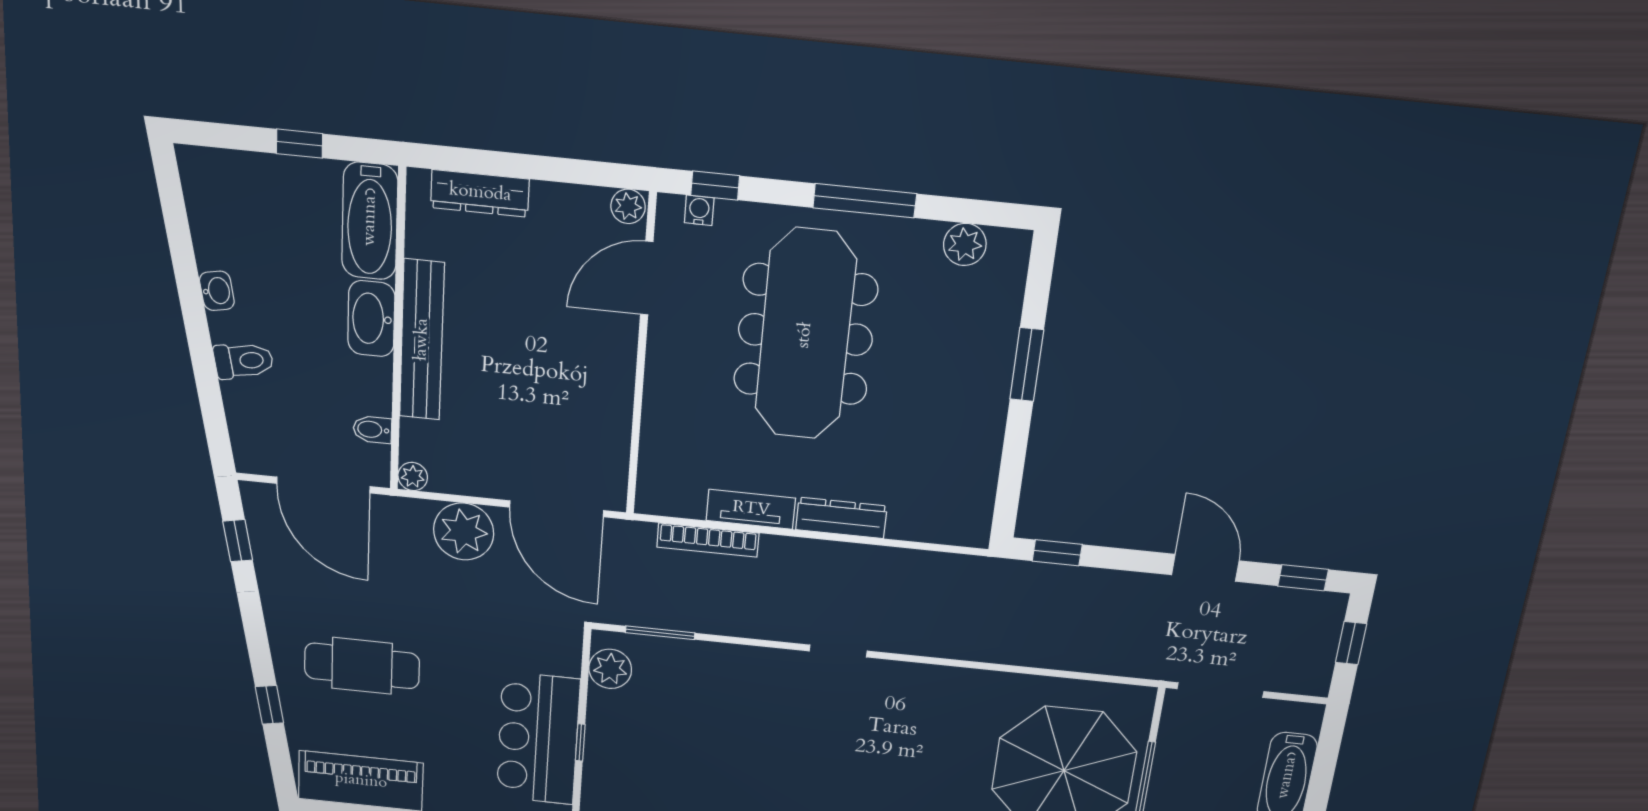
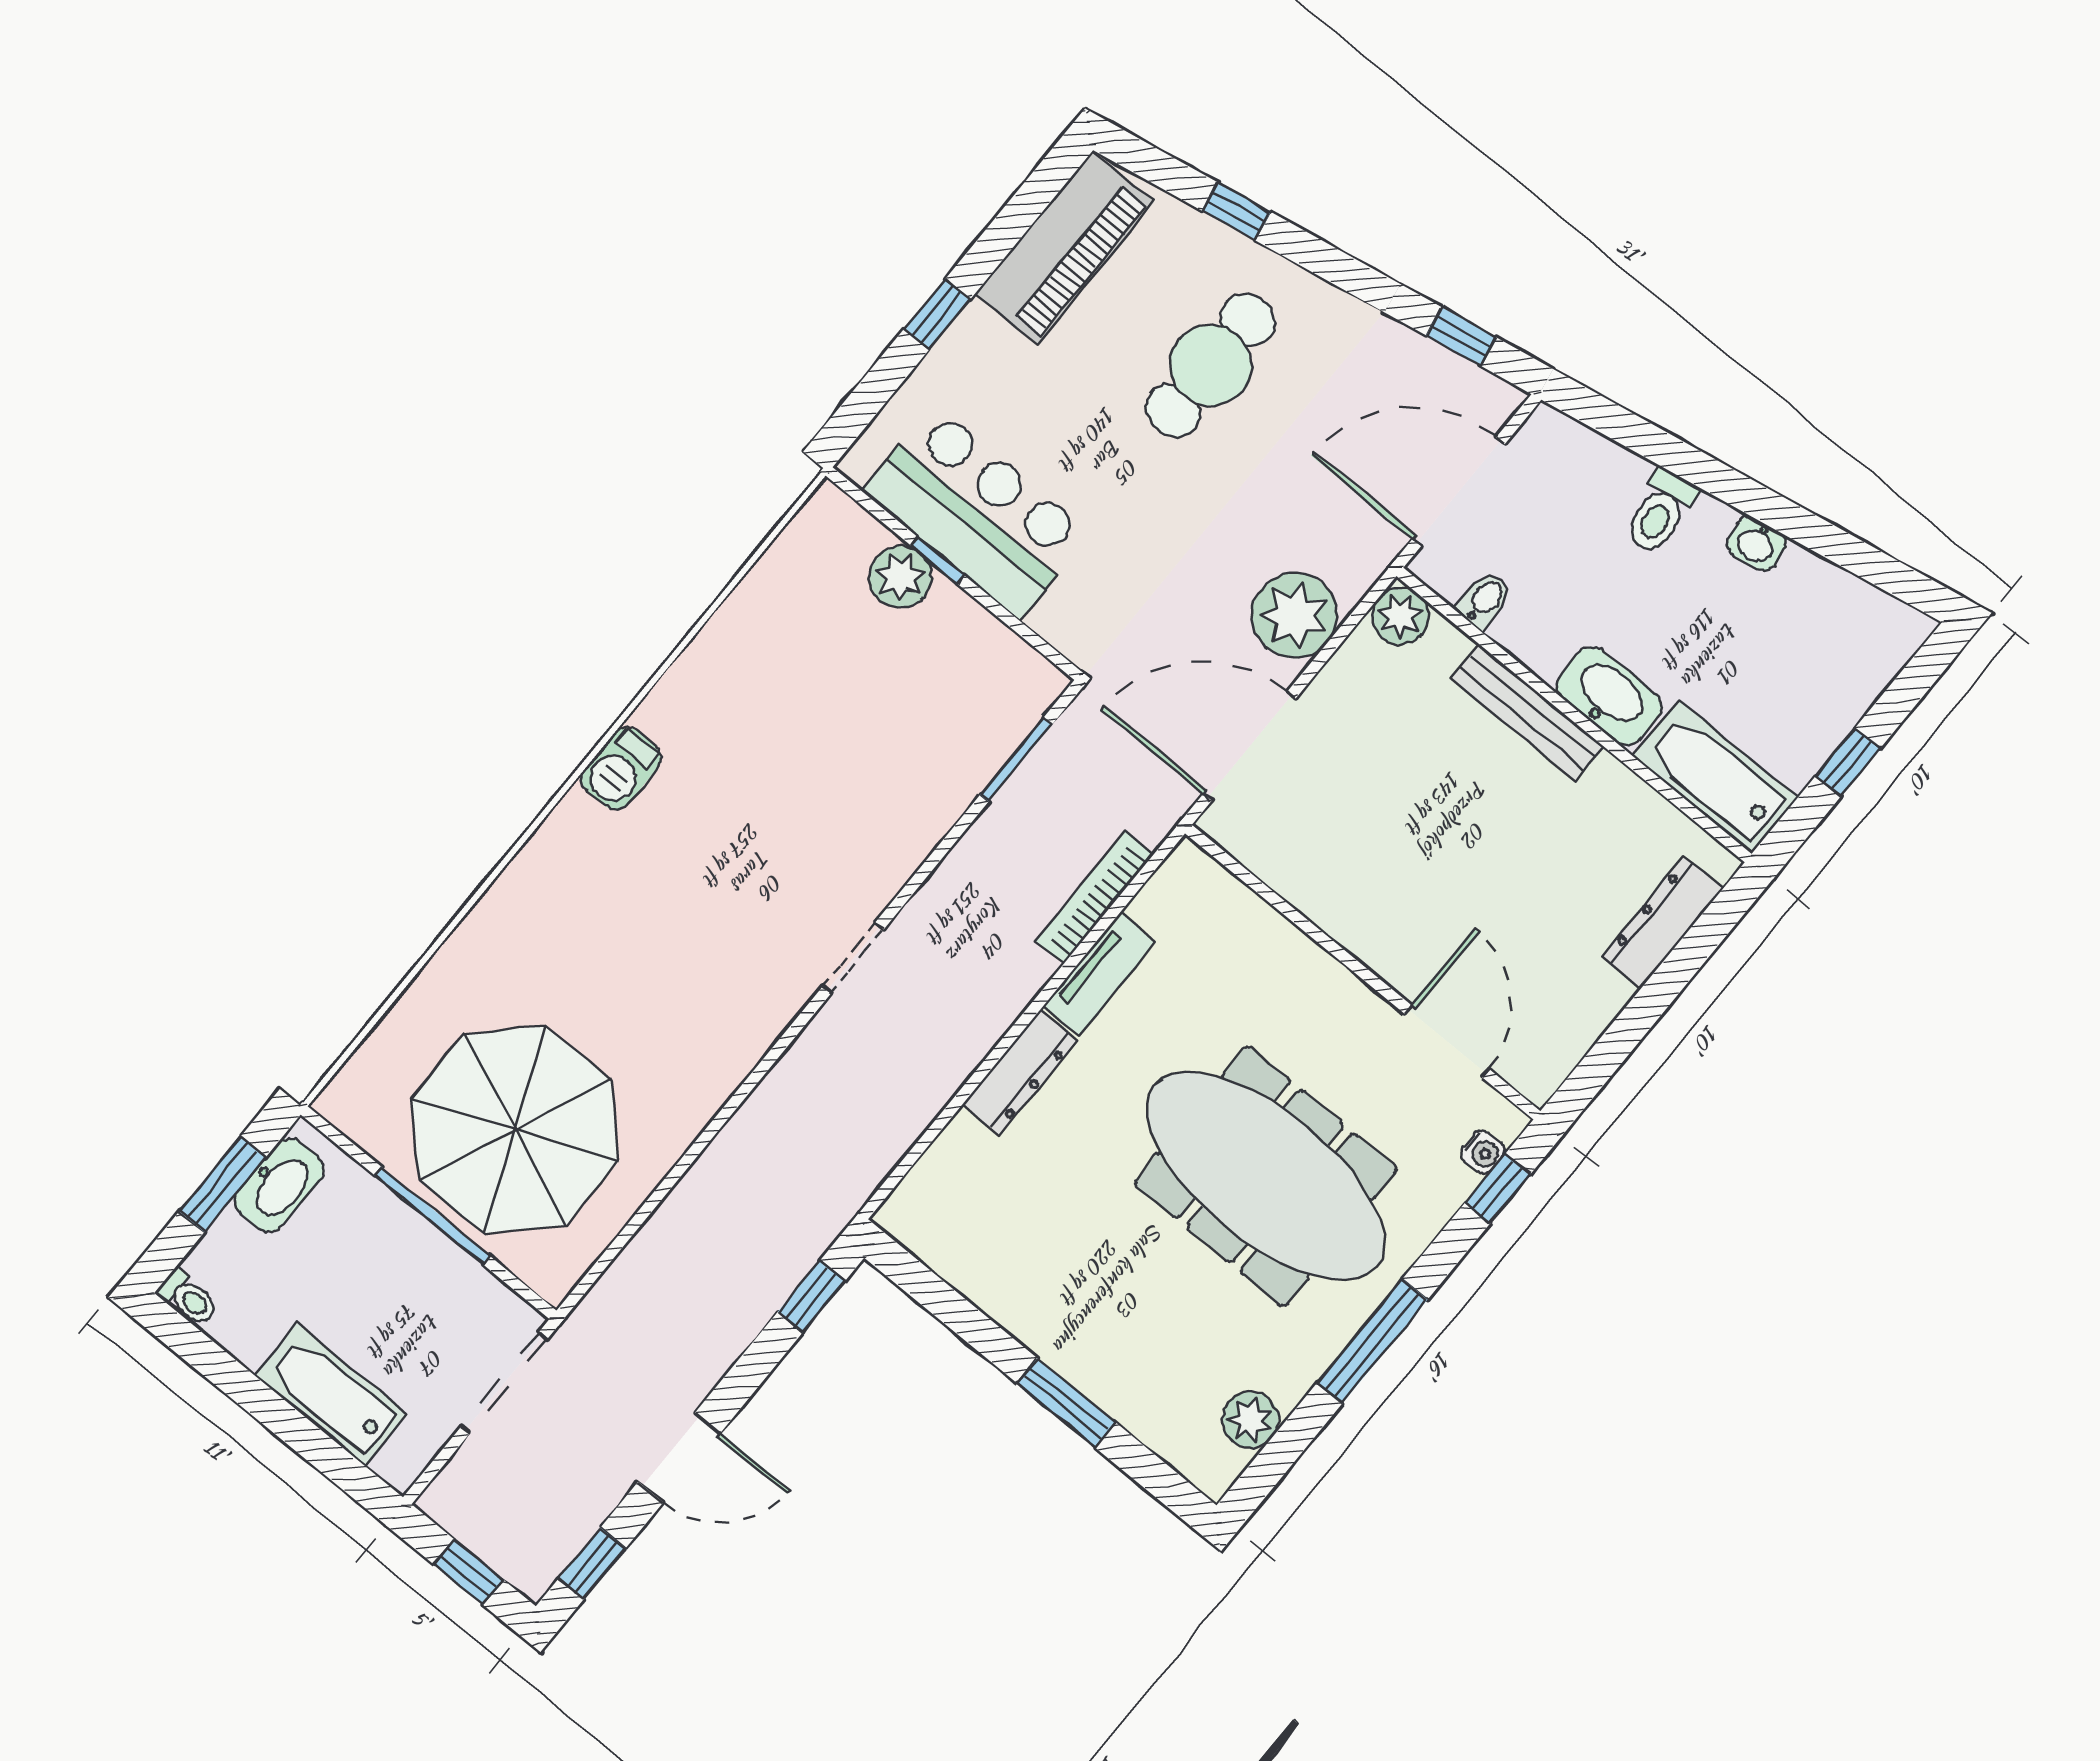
plant: (628, 206) -> (1539, 1076), removed
bench: (422, 340) -> (1527, 713), width x0.73, depth x0.82
plant: (413, 476) -> (1400, 616), width x1.38, depth x1.38
plant: (610, 669) -> (900, 577), moved

